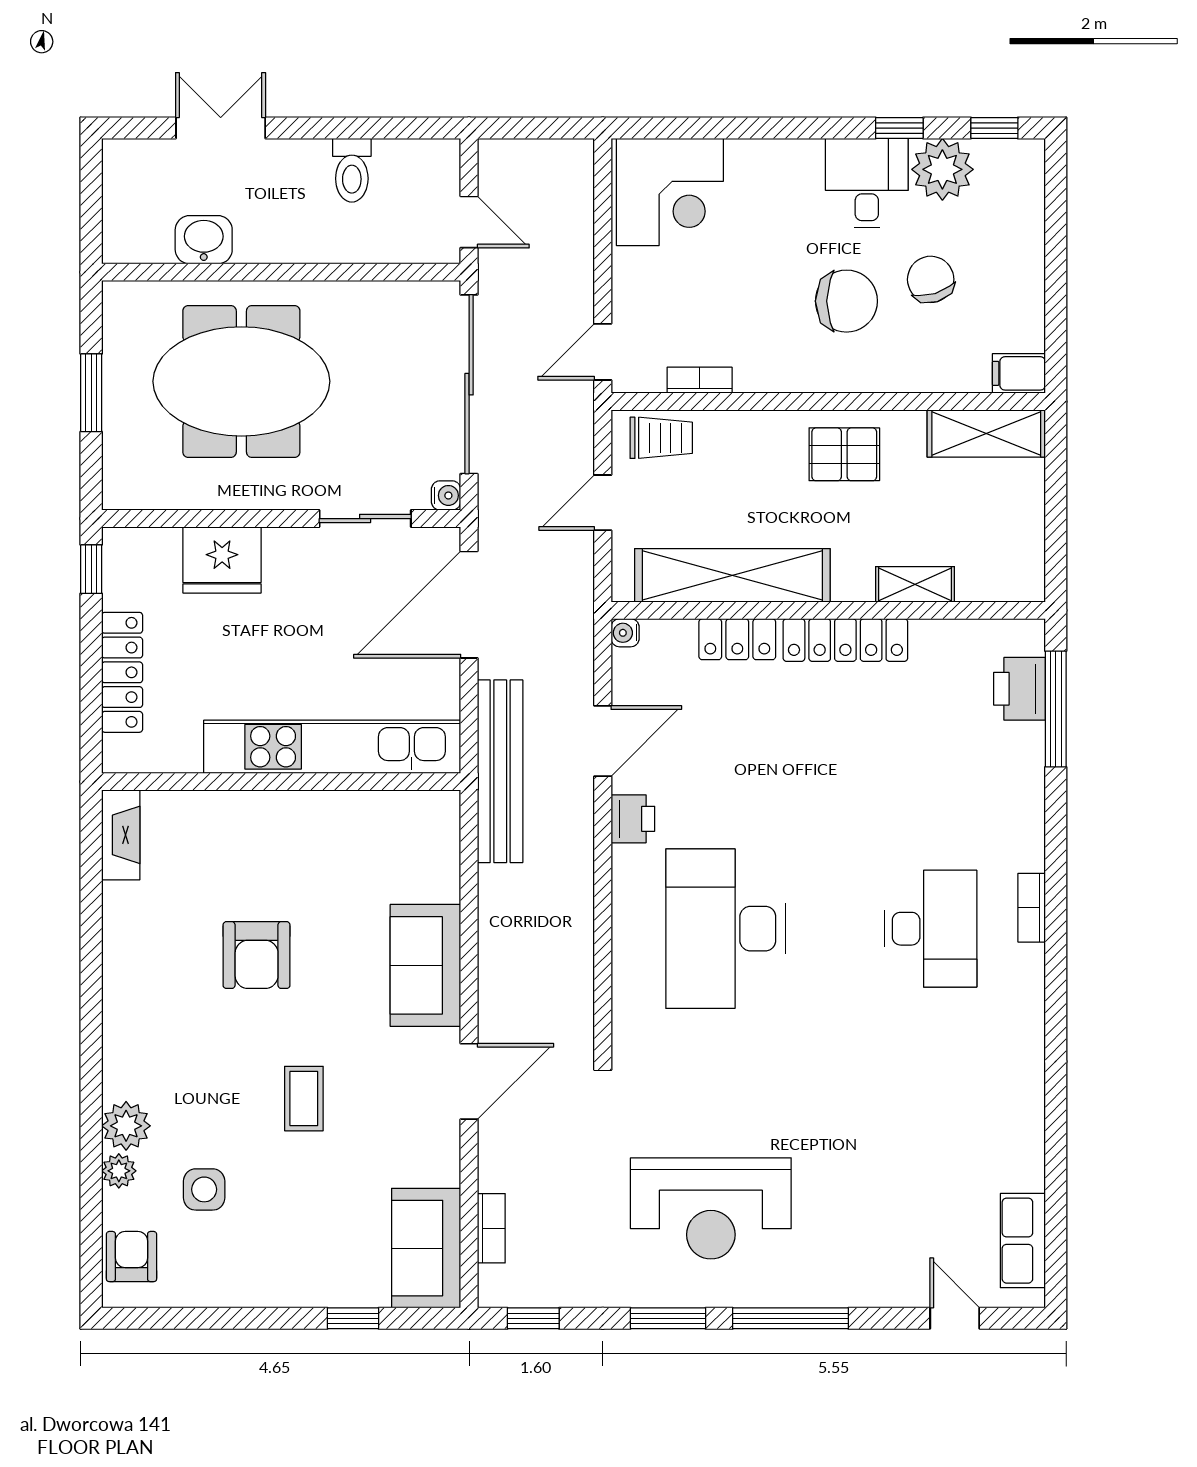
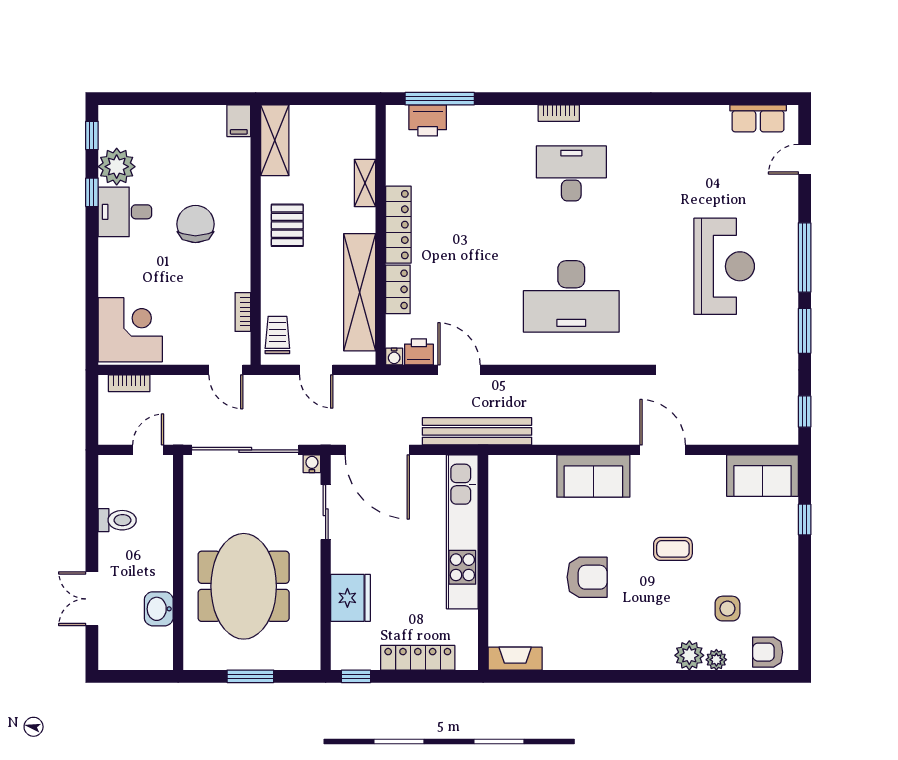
chair: (931, 279) -> (183, 174), removed
printer: (633, 819) -> (419, 352), moved
reception desk: (711, 1208) -> (724, 266), moved
bookcase: (491, 1228) -> (129, 383), moved, turned 180

